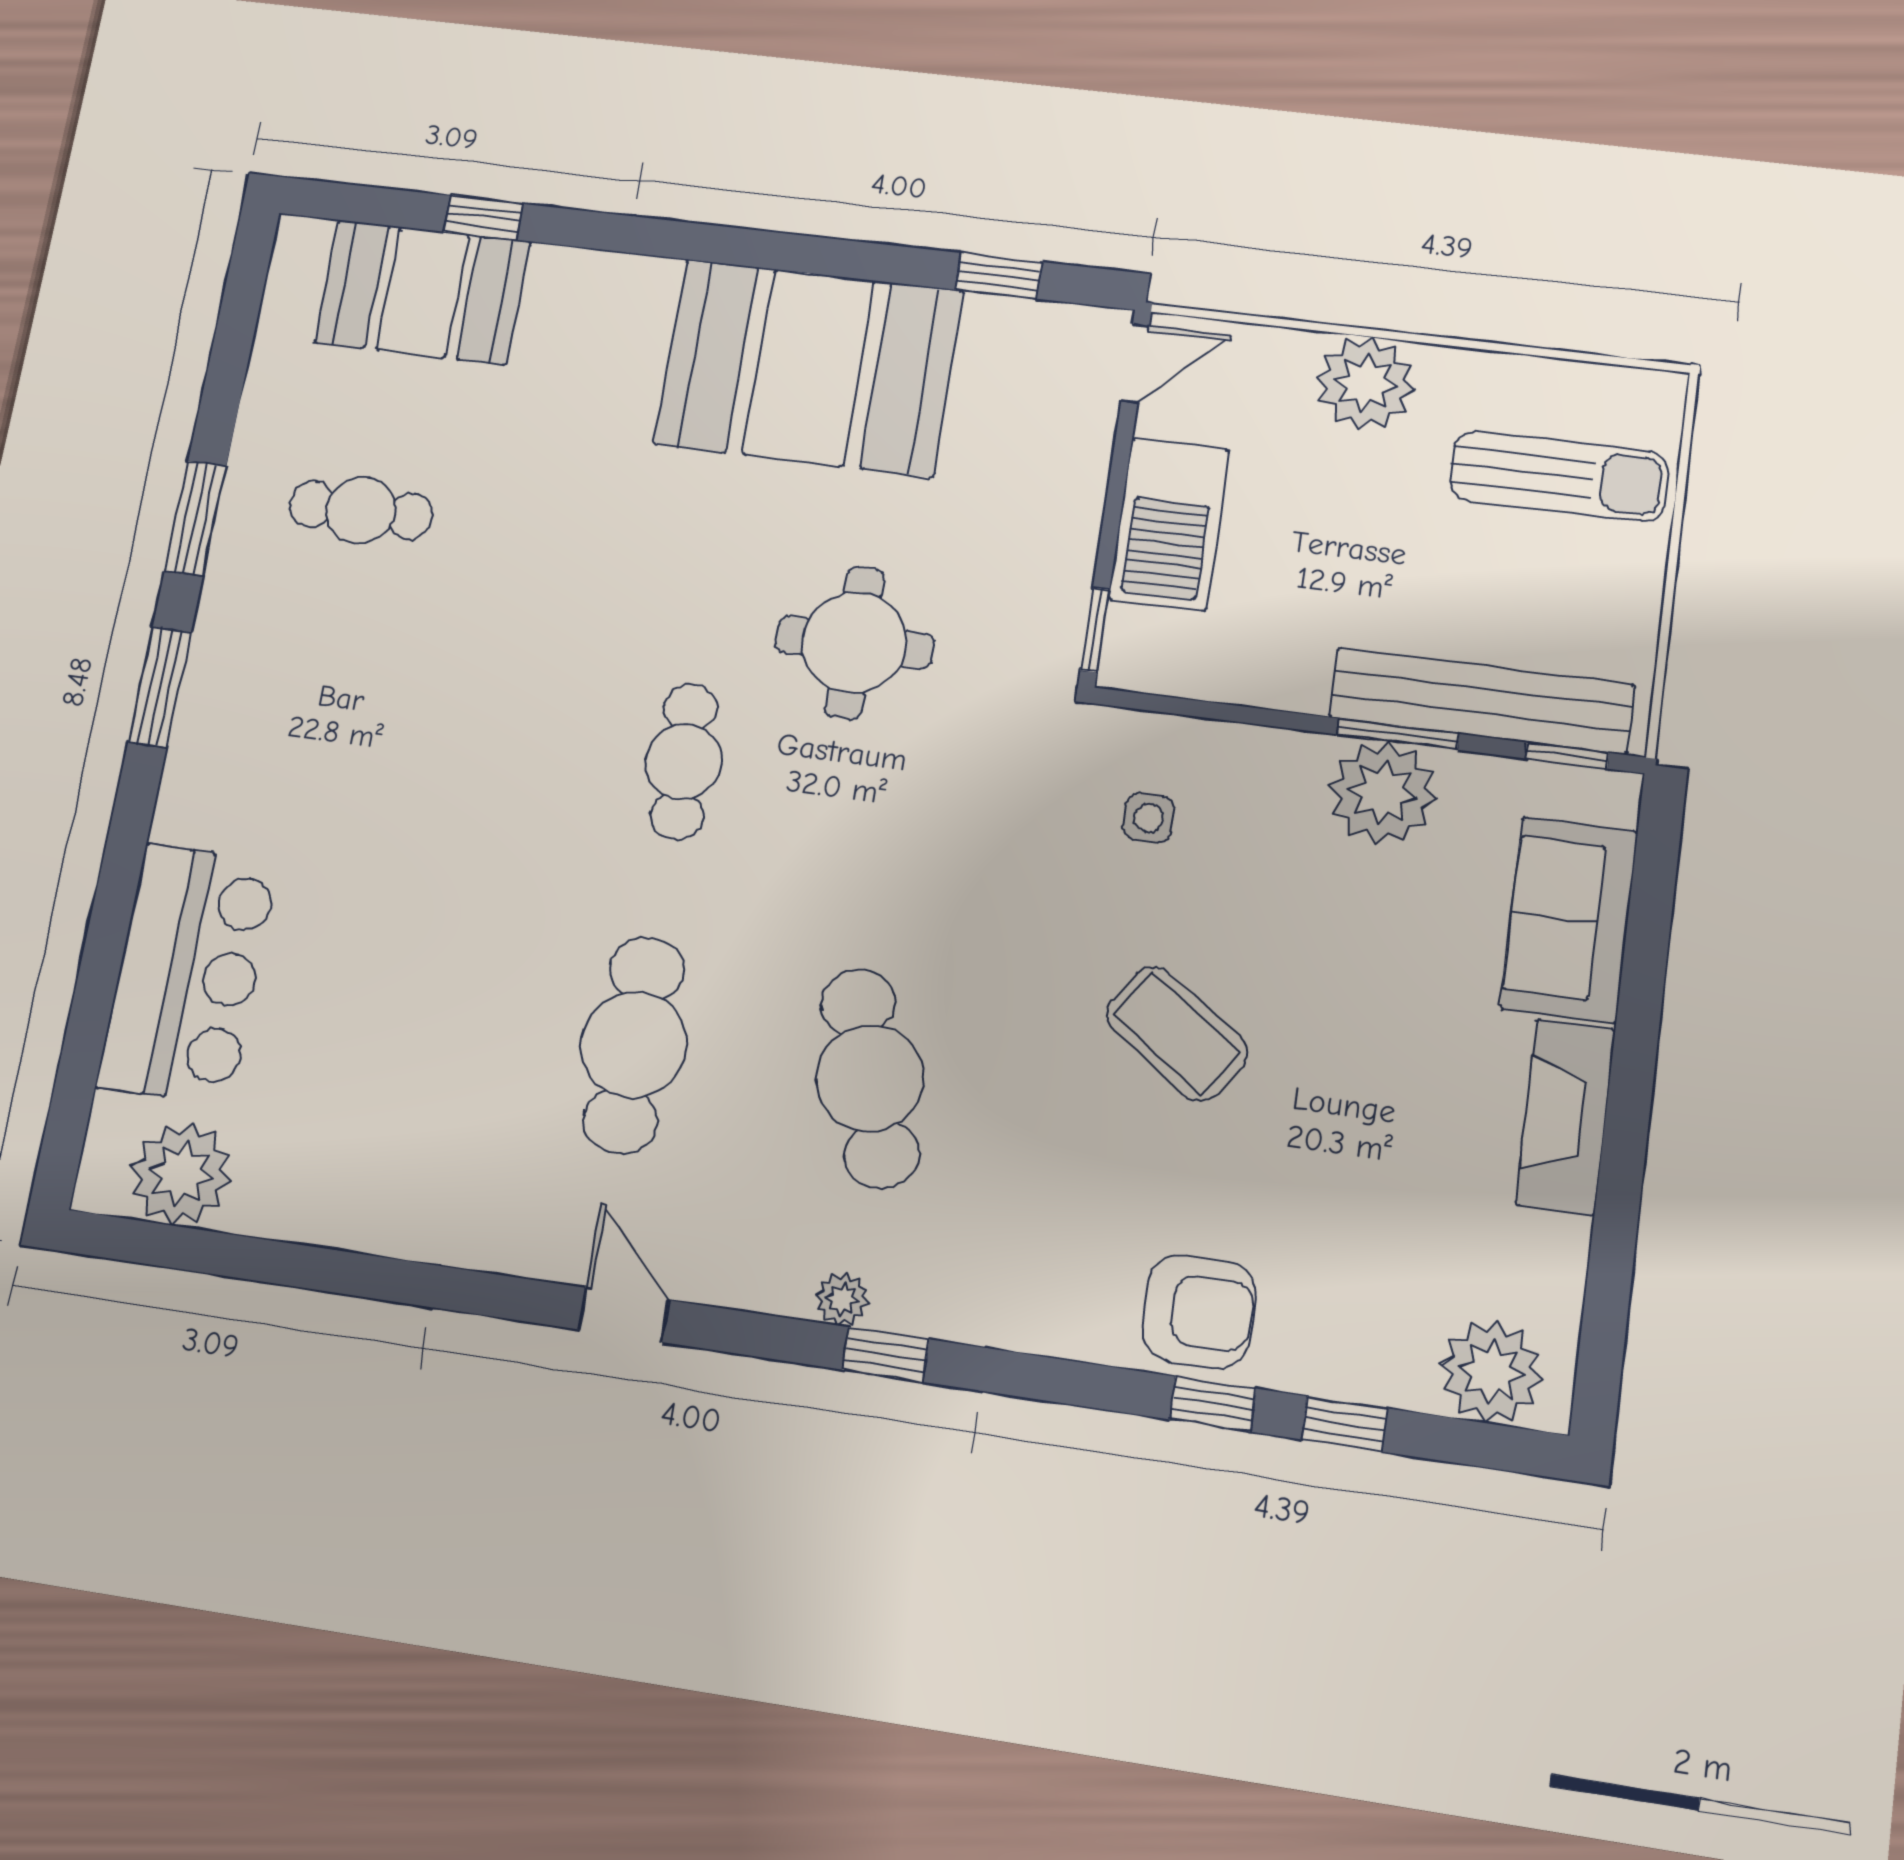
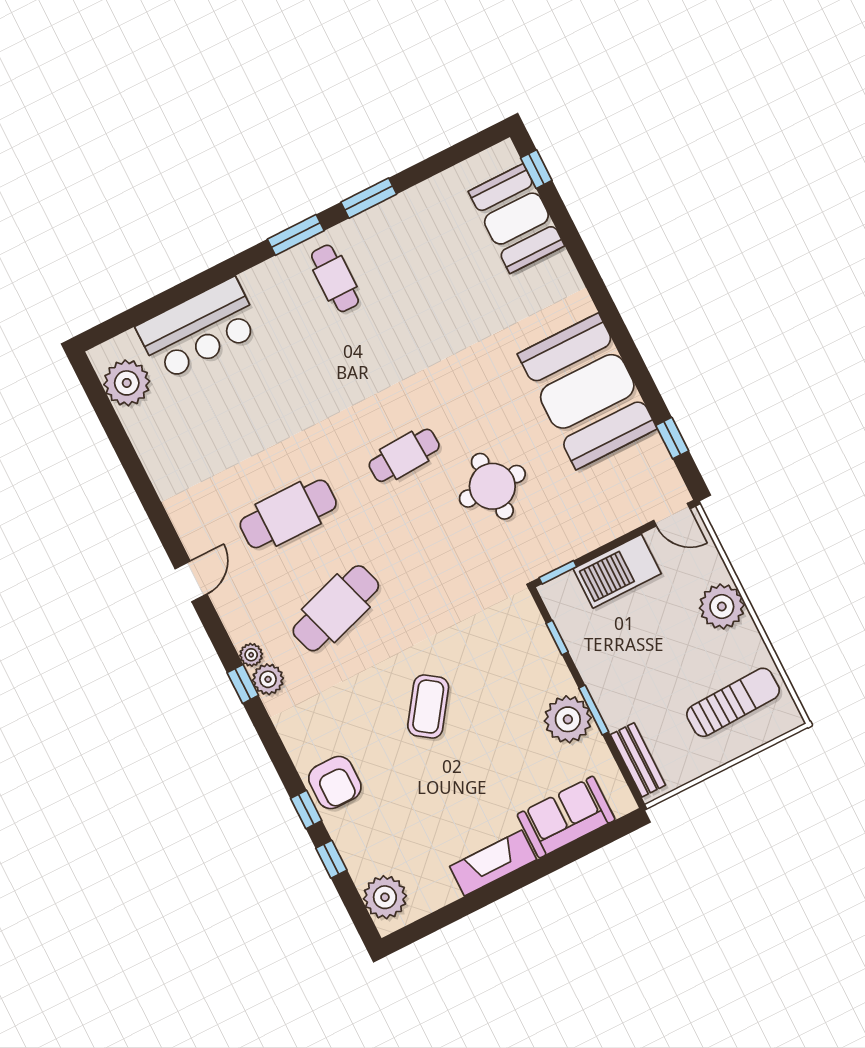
window: (483, 218) -> (536, 169), moved
sun lounger: (1559, 476) -> (733, 702), turned -92
cafe table: (361, 510) -> (335, 278), moved
bench: (1481, 701) -> (638, 760), width x0.54, depth x0.82
window: (1567, 756) -> (557, 638), moved
side table: (1149, 818) -> (500, 641), removed
plant: (911, 1300) -> (268, 679), added

